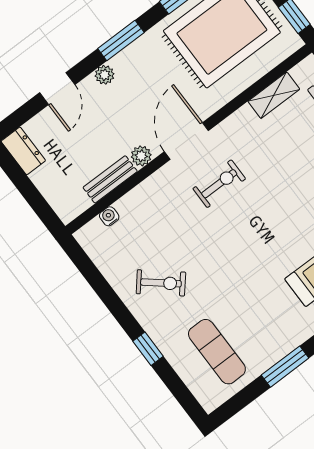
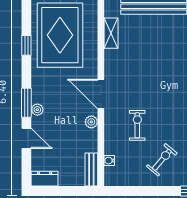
window: (121, 40) -> (26, 103), moved
bench: (110, 179) -> (91, 169), moved
exercise bike: (219, 184) -> (137, 125), moved

